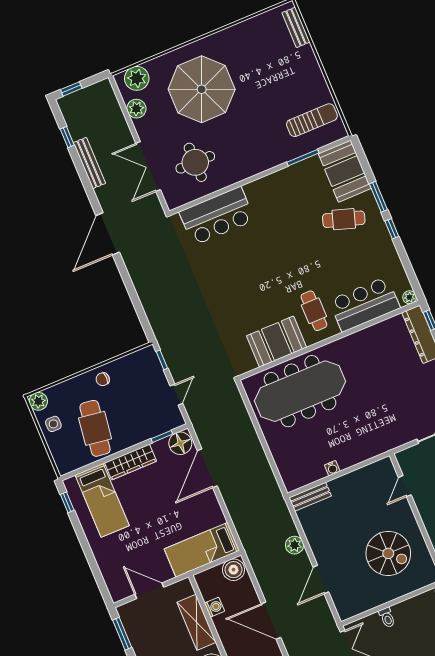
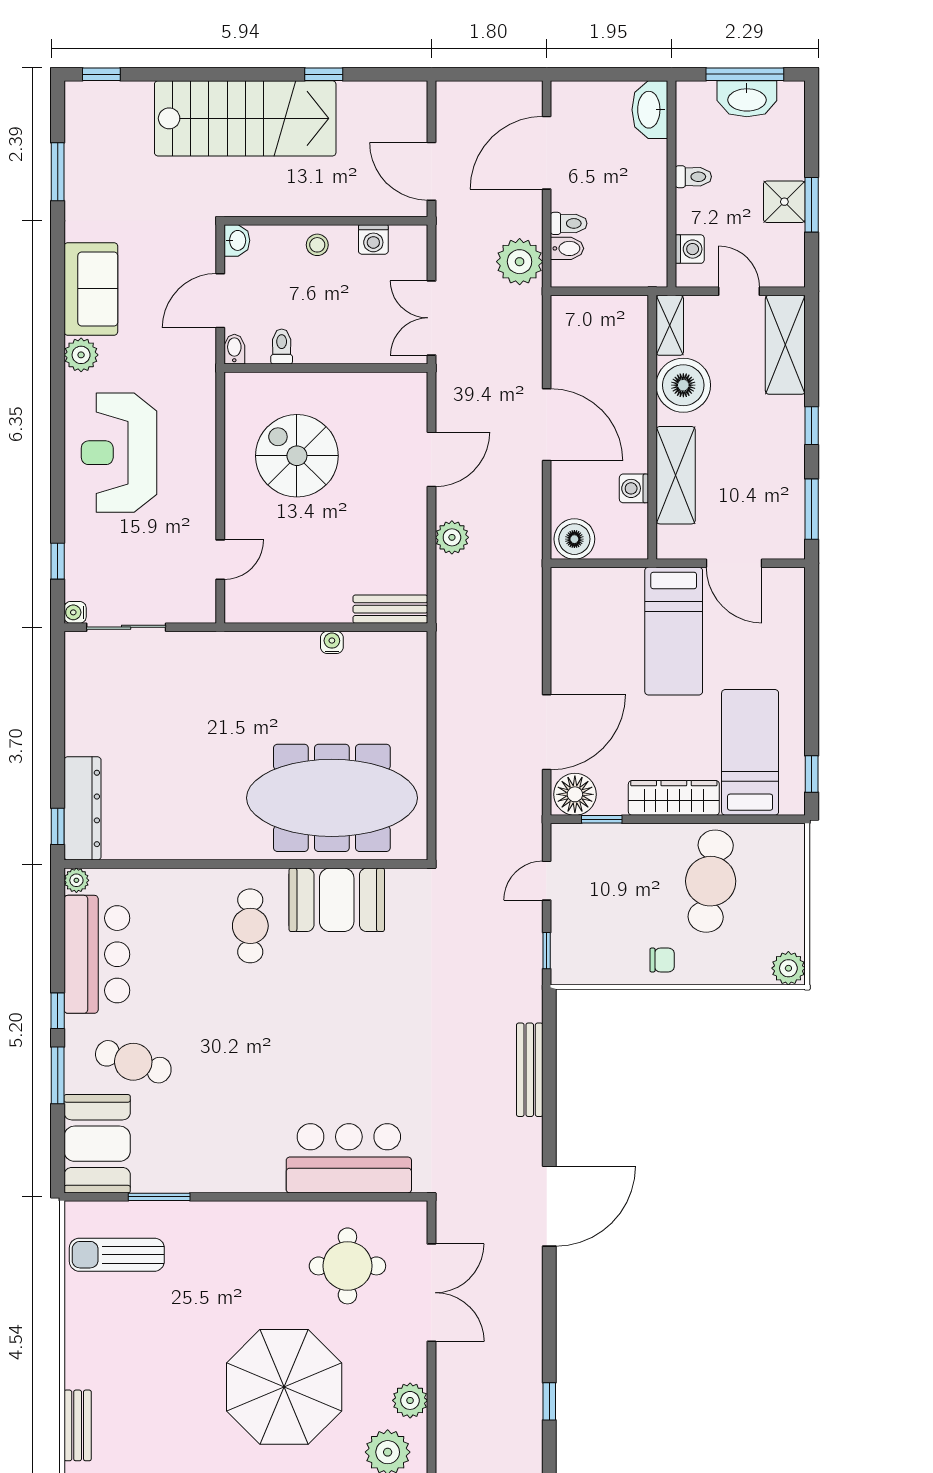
bench: (89, 163) -> (530, 1070), moved
bar counter: (365, 304) -> (97, 954), moved, turned -90
side table: (53, 424) -> (779, 919), removed
bed: (202, 550) -> (674, 631), moved, turned 90
toilet: (387, 618) -> (282, 347), moved

